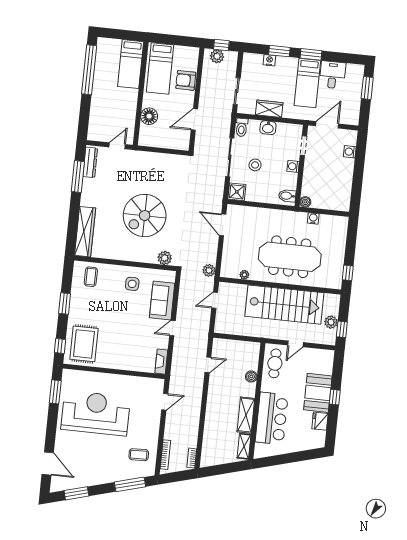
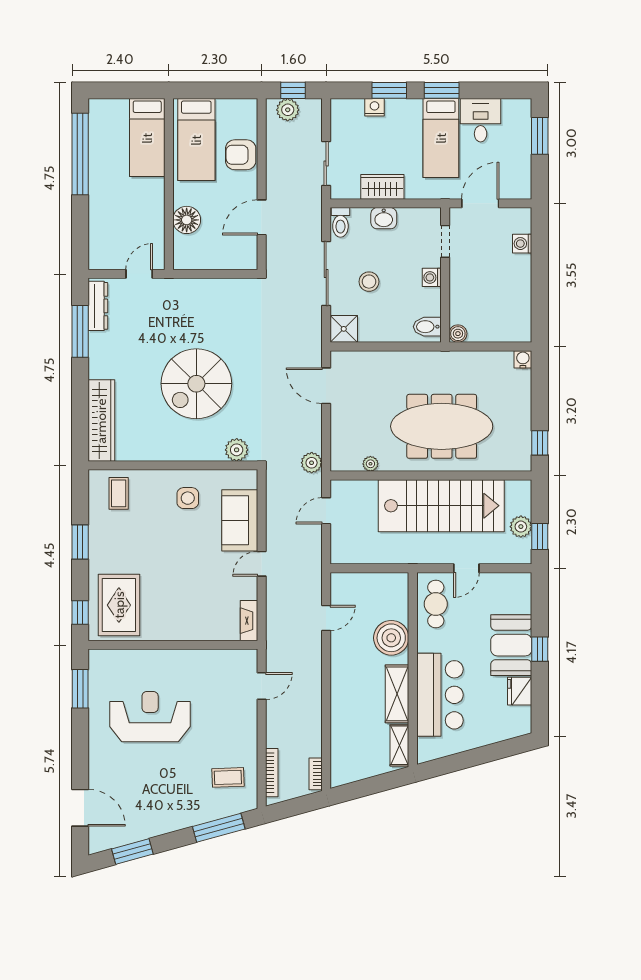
water cooler: (313, 218) -> (523, 359), moved
boiler: (251, 377) -> (391, 638), width x1.86, depth x1.86
reception desk: (96, 413) -> (150, 717), width x0.74, depth x0.77

